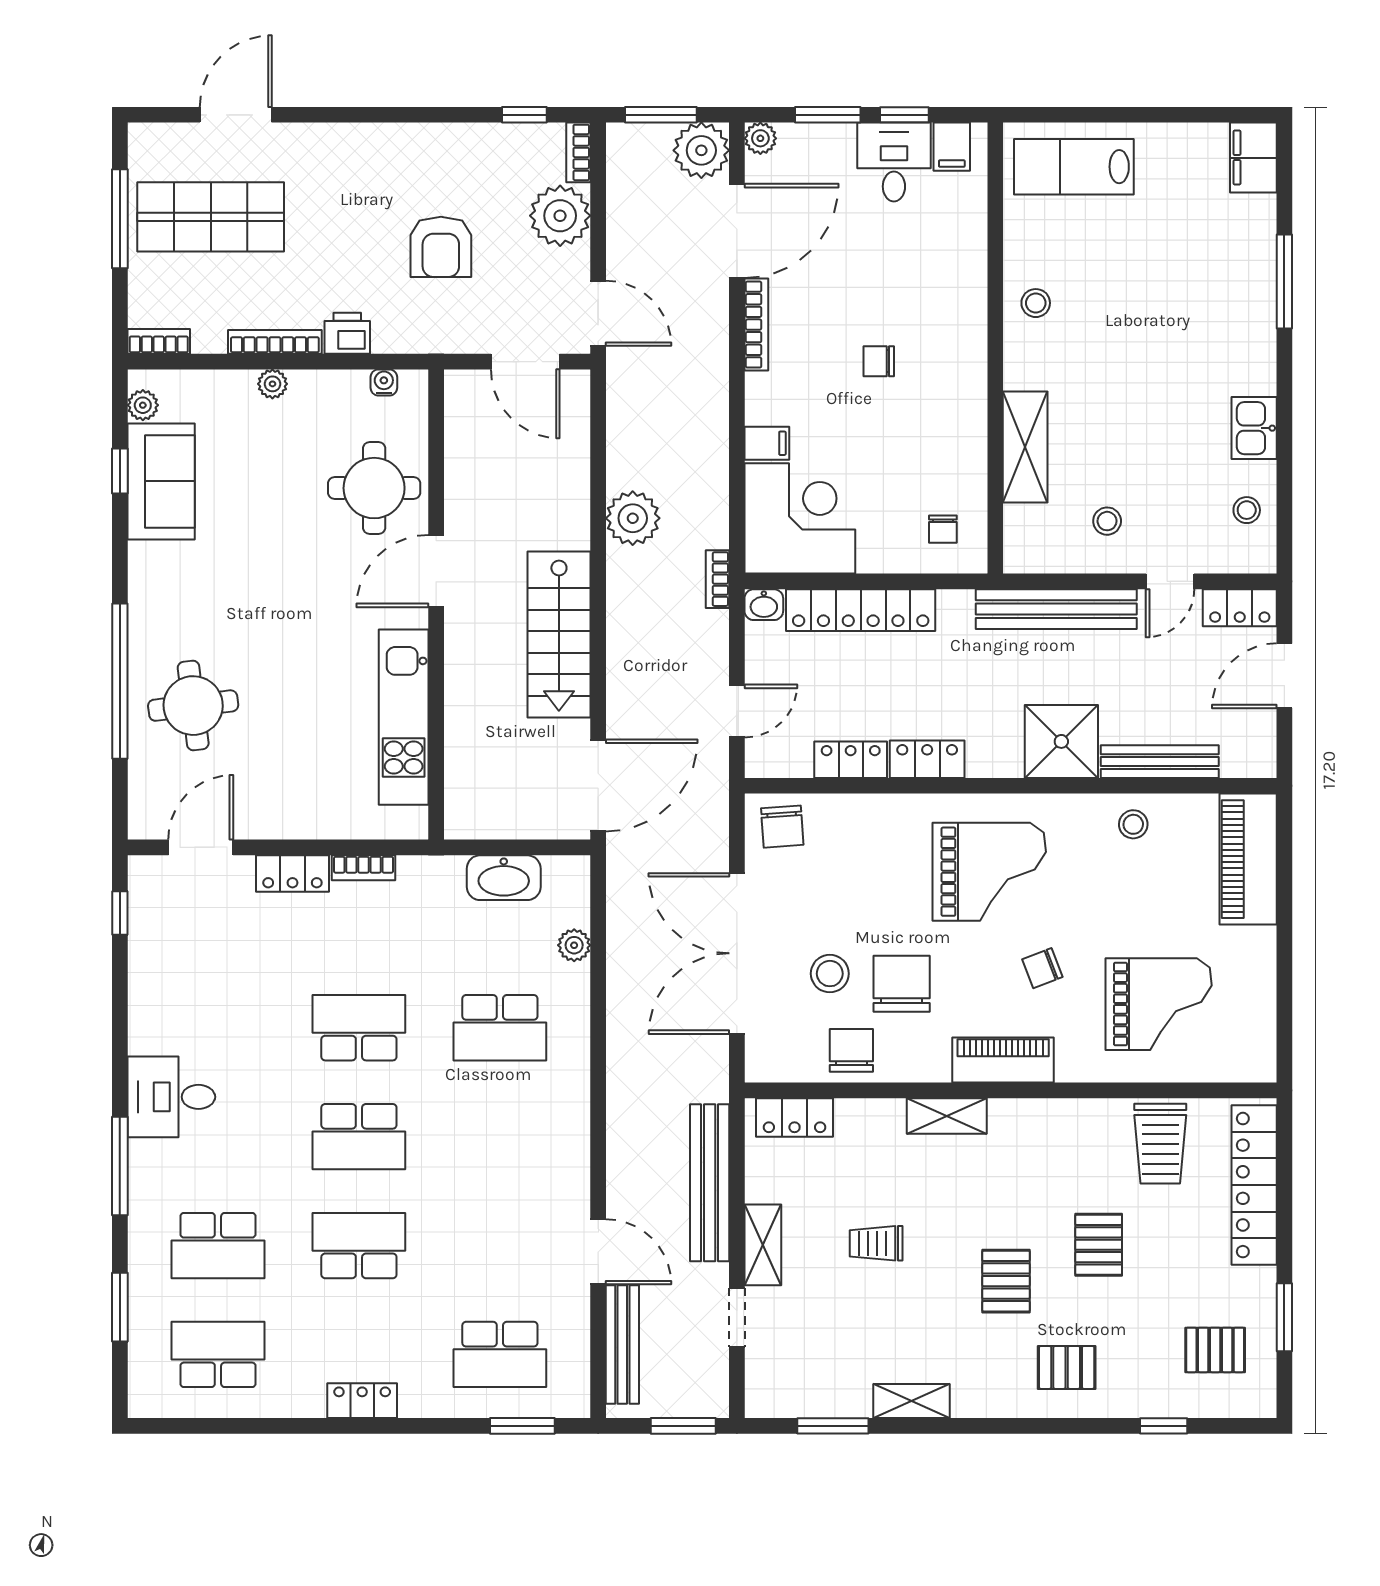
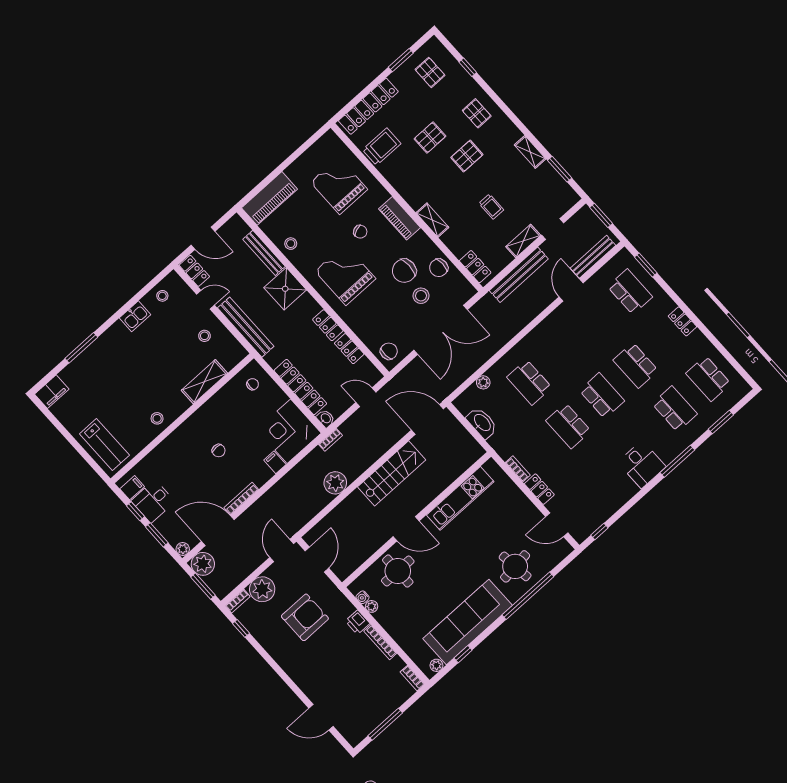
shop shelf: (211, 217) -> (360, 697), removed
armchair: (441, 247) -> (305, 617), width x1.36, depth x1.36
plant: (272, 384) -> (372, 606), moved
sofa: (161, 481) -> (468, 622), width x1.85, depth x1.27
school desk: (500, 1028) -> (529, 382), turned 180

